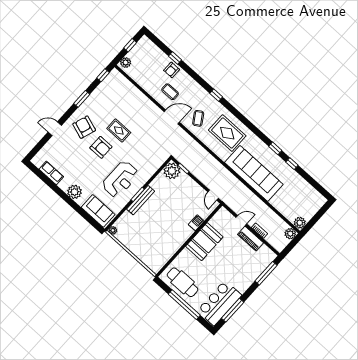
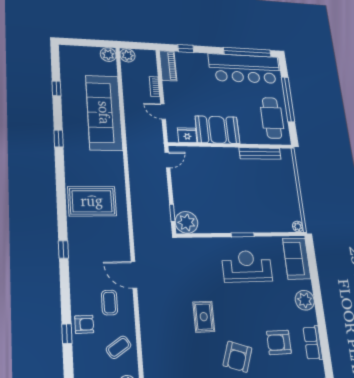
coffee table: (198, 118) -> (119, 347), moved
rug: (227, 133) -> (92, 201), turned 90
armchair: (101, 147) -> (279, 342), moved, turned -90
window: (292, 164) -> (56, 88), moved
sofa: (254, 173) -> (104, 113), moved
bench: (141, 200) -> (260, 153), moved
fridge: (217, 221) -> (187, 135), added
barbecue: (196, 223) -> (209, 153), removed
piano: (250, 239) -> (168, 66), moved
window: (266, 273) -> (186, 49), width x0.46
bar counter: (219, 303) -> (245, 69), width x1.36
window: (233, 310) -> (247, 52), width x1.46

